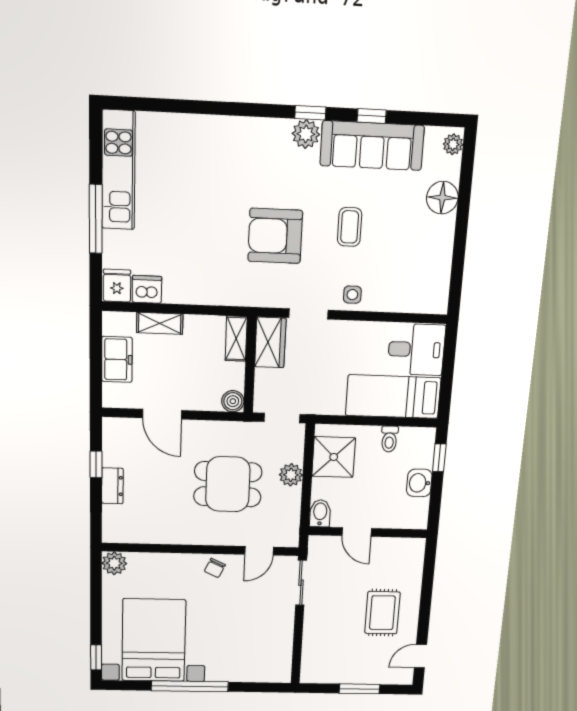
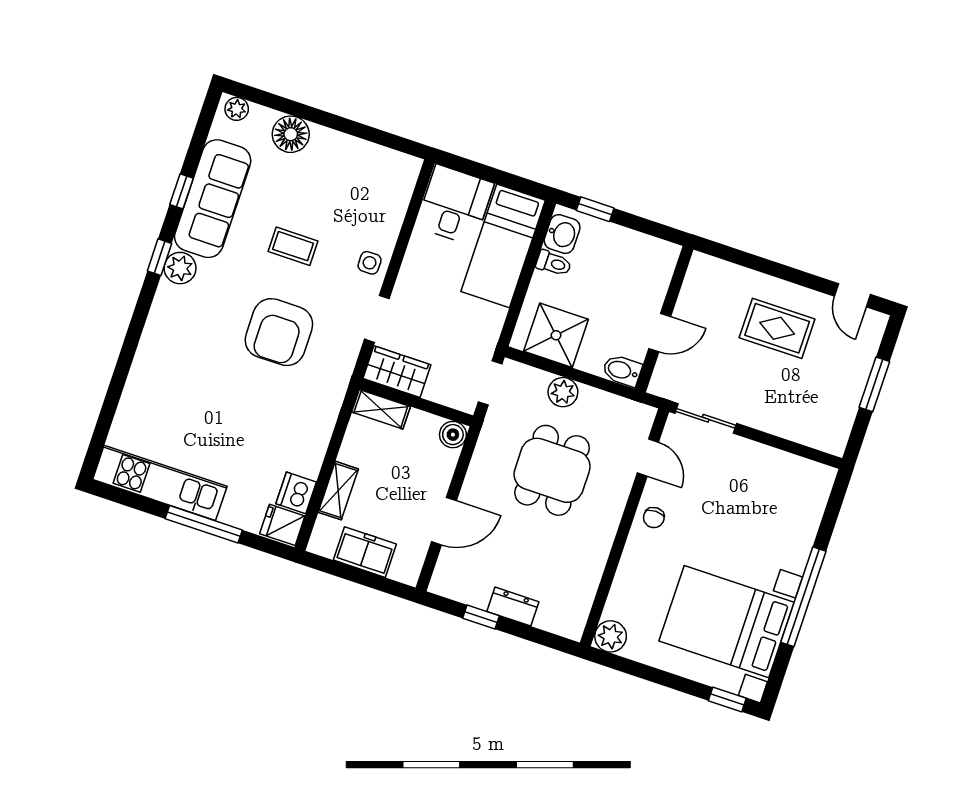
washbasin: (419, 483) -> (562, 234), moved, turned -90
chair: (215, 568) -> (654, 518), turned 65

